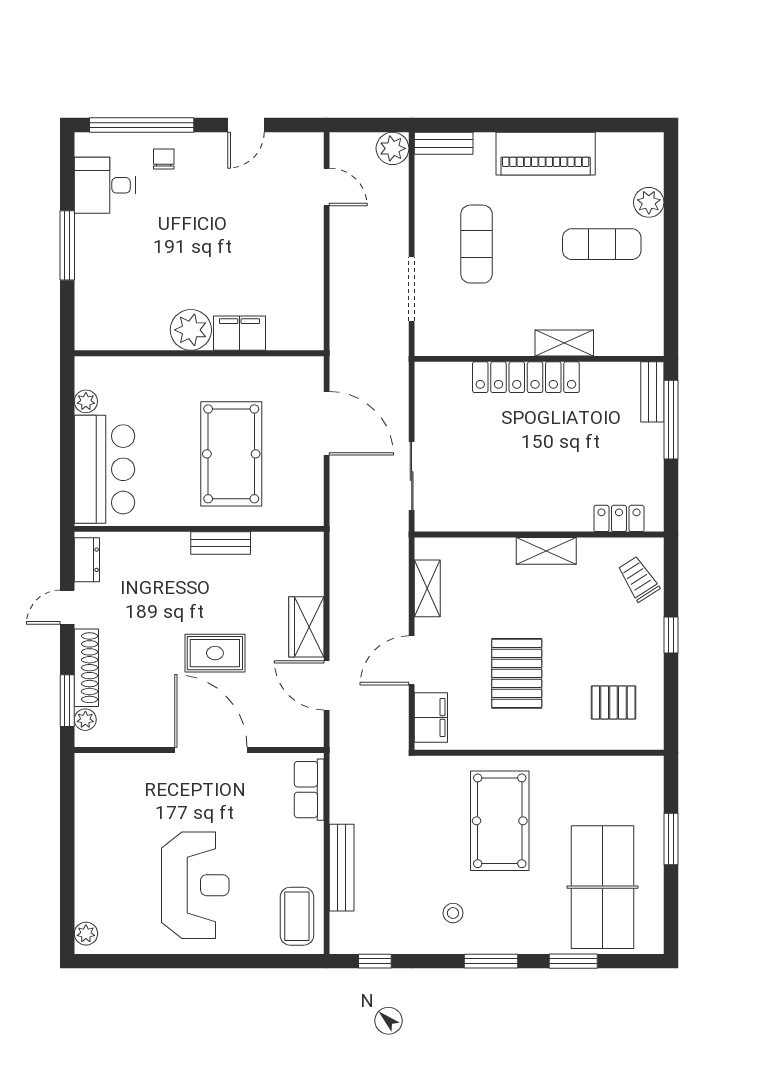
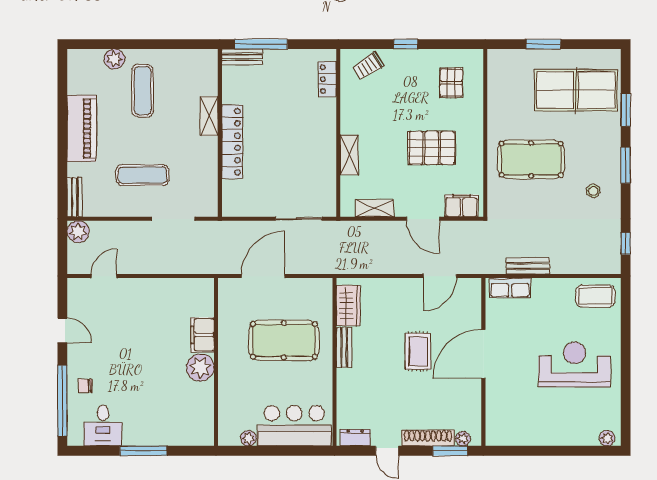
shelving: (546, 551) -> (349, 155), moved
wardrobe: (306, 627) -> (348, 306), moved, turned -90
bench: (342, 868) -> (528, 266), moved, width x0.73

